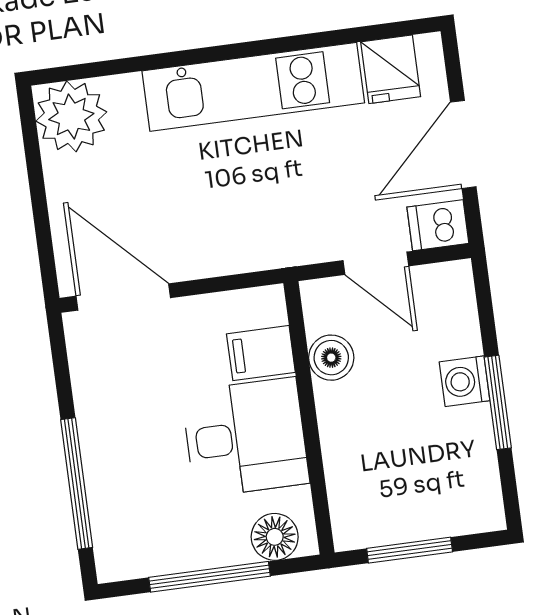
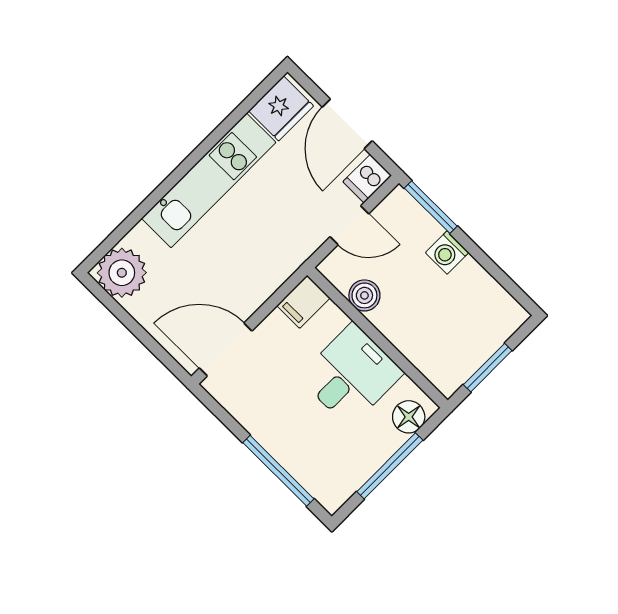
fridge: (391, 69) -> (281, 108), width x1.38
filing cabinet: (261, 353) -> (303, 302), moved
window: (498, 402) -> (431, 207), moved

